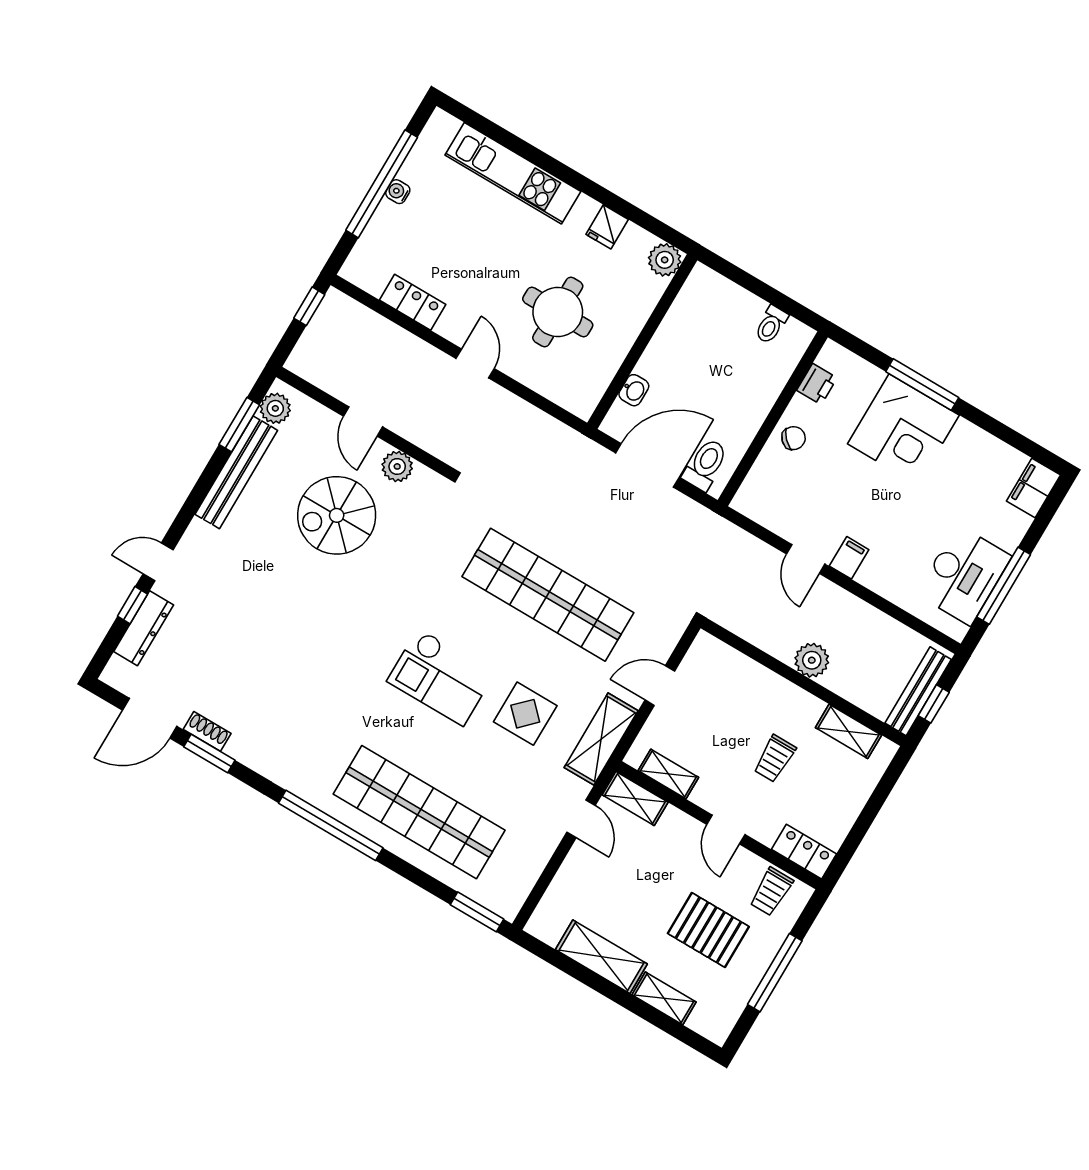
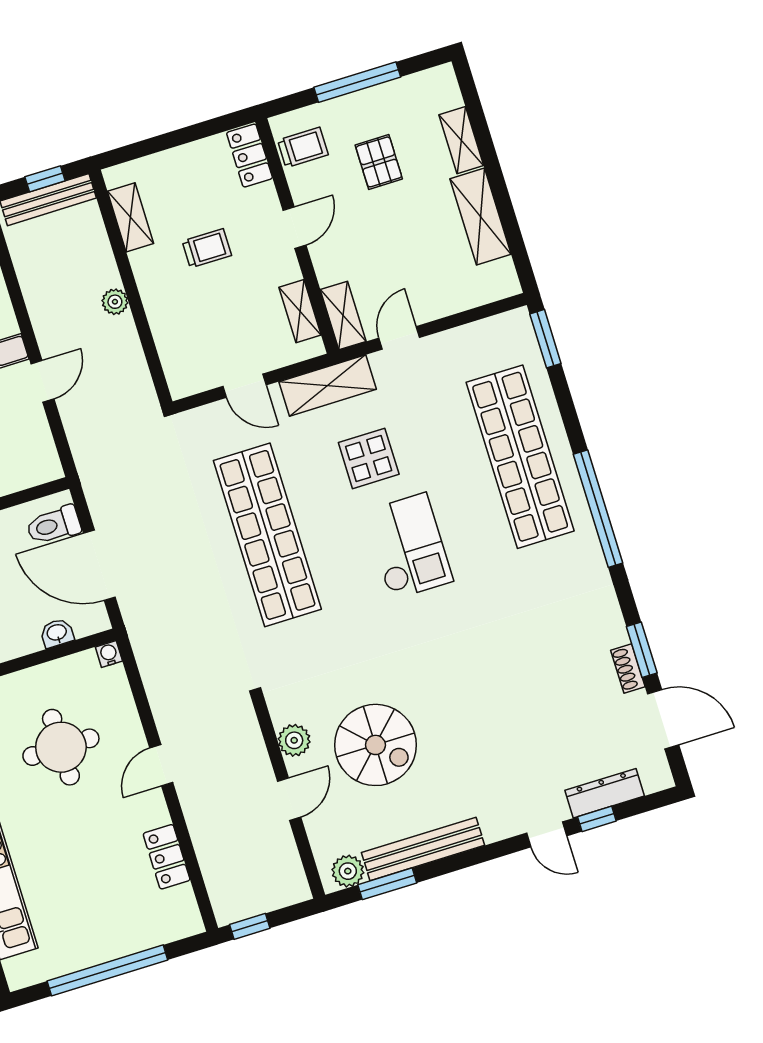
water cooler: (398, 192) -> (109, 654), moved, turned 180
plant: (812, 660) -> (115, 302), width x0.73, depth x0.73
pallet: (708, 930) -> (379, 162), width x0.67, depth x0.71

